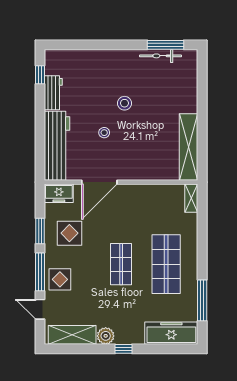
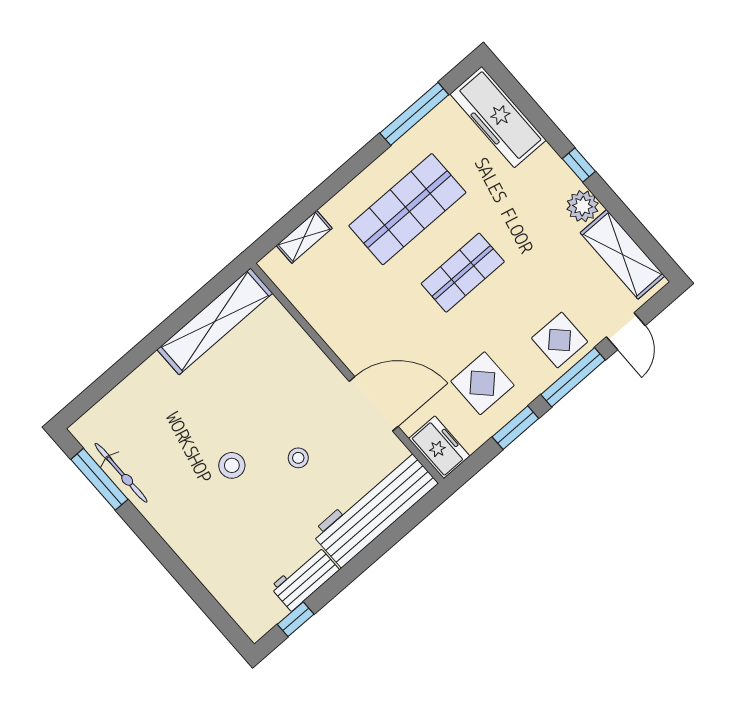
shelving: (191, 198) -> (304, 237), moved

